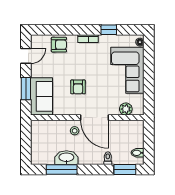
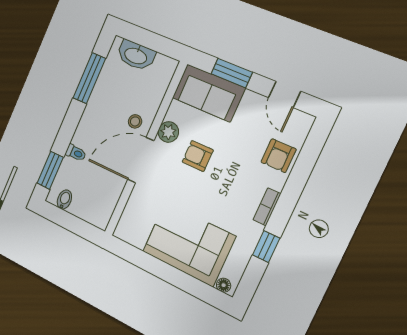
plant: (126, 109) -> (168, 132), moved
washbasin: (66, 158) -> (136, 55), moved, turned 90

